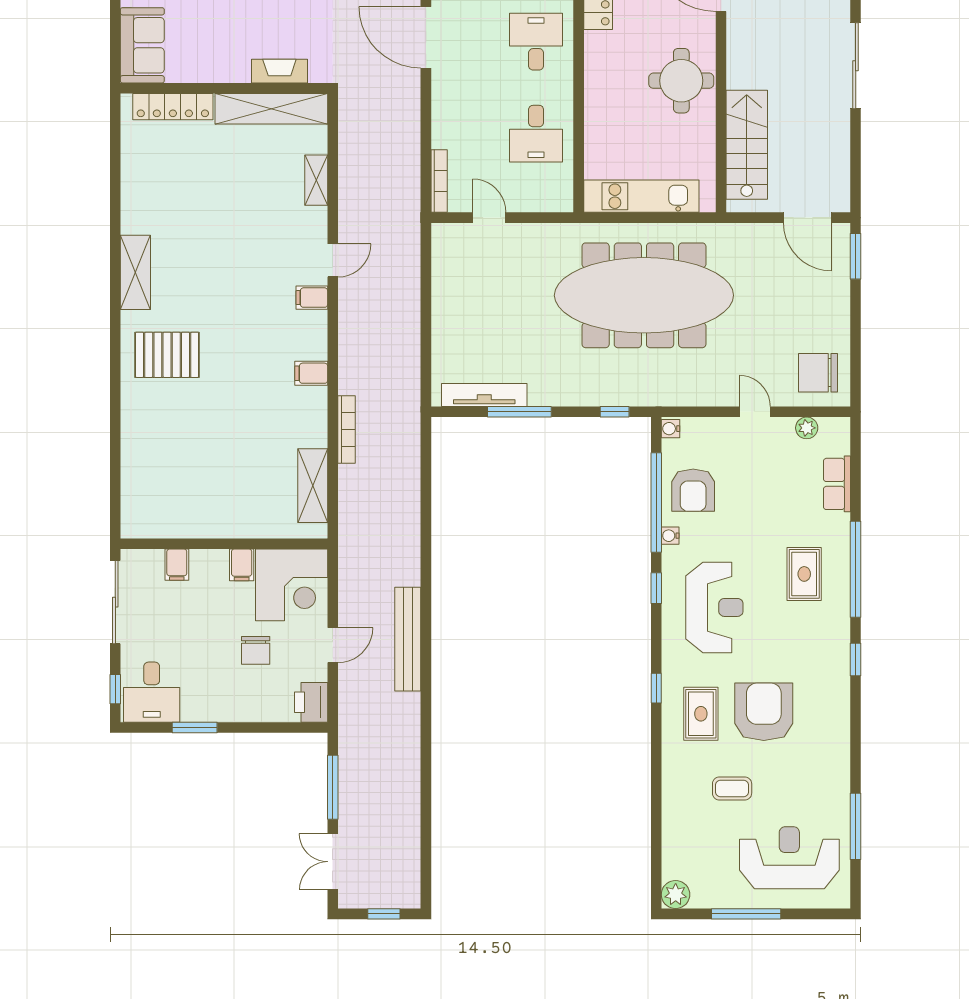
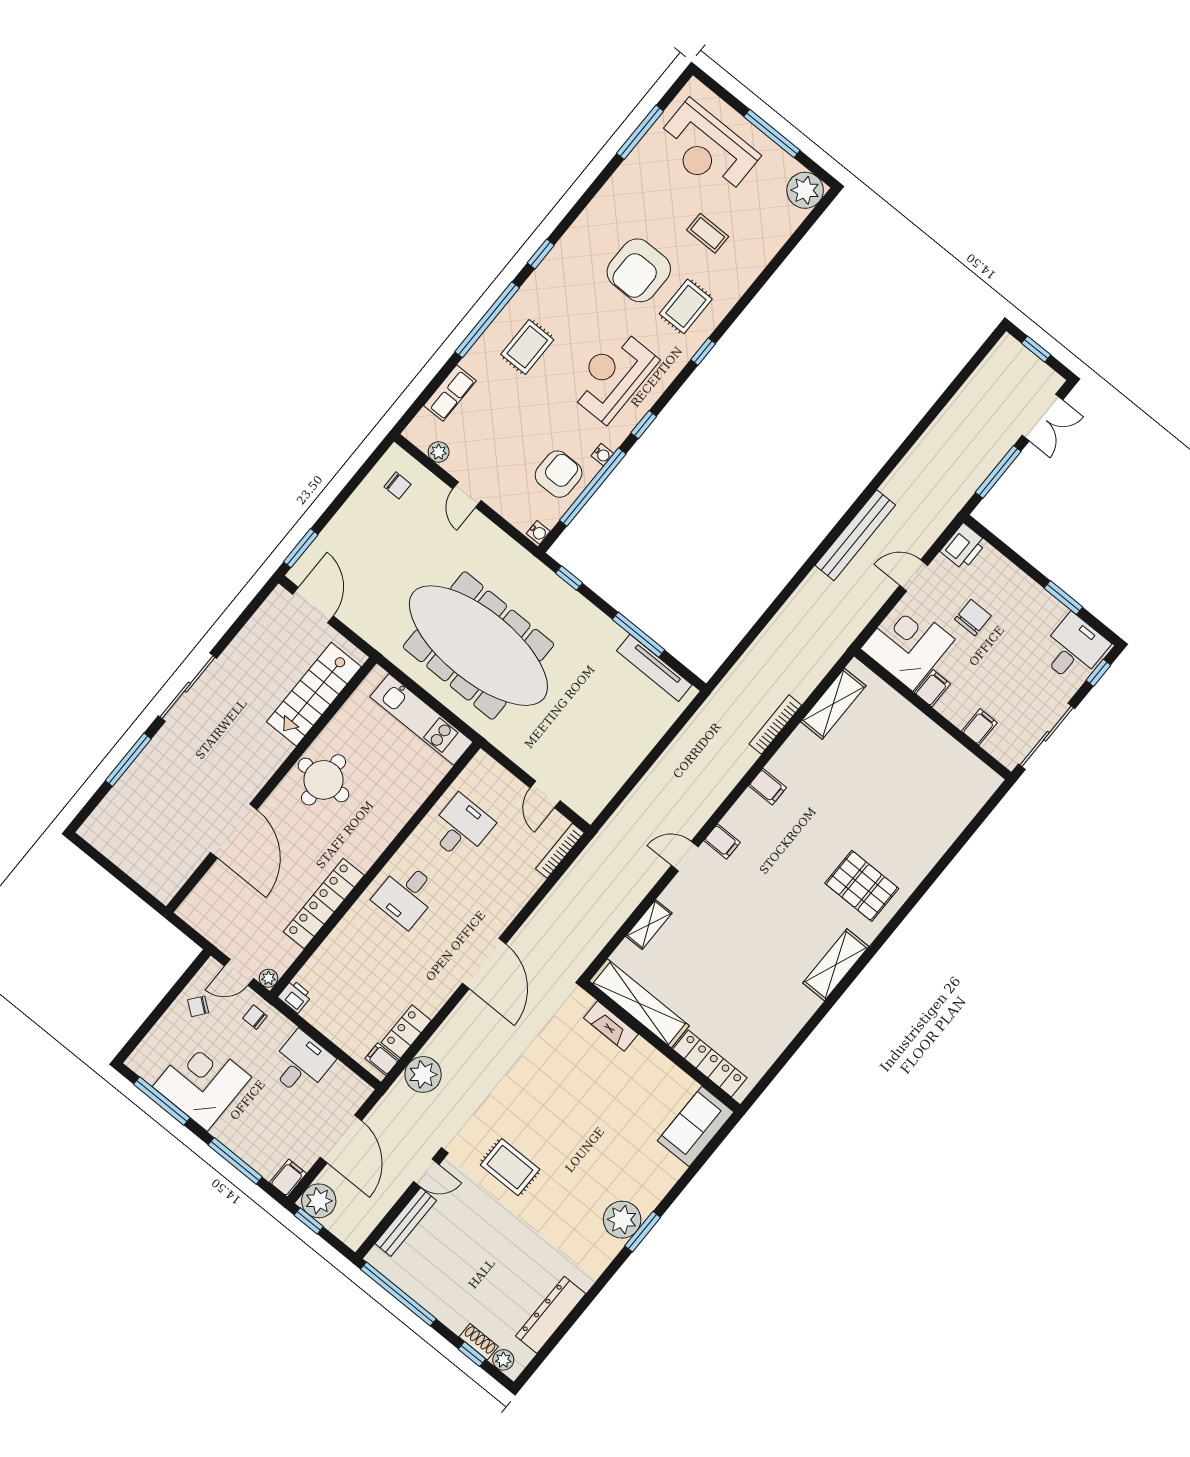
chair: (818, 373) -> (397, 485), width x0.54, depth x0.54
plant: (676, 895) -> (805, 190), width x1.36, depth x1.36

